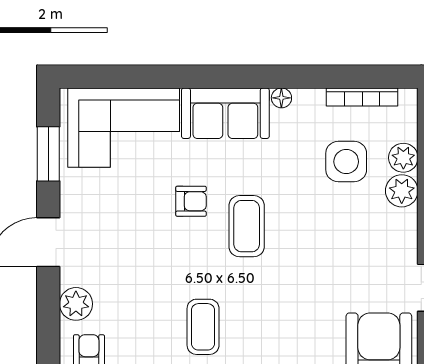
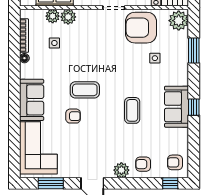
floor lamp: (281, 98) -> (24, 58), moved
side table: (346, 162) -> (54, 43), width x0.54, depth x0.54
armchair: (191, 201) -> (73, 116), turned 90
coffee table: (203, 327) -> (132, 110), turned 90

